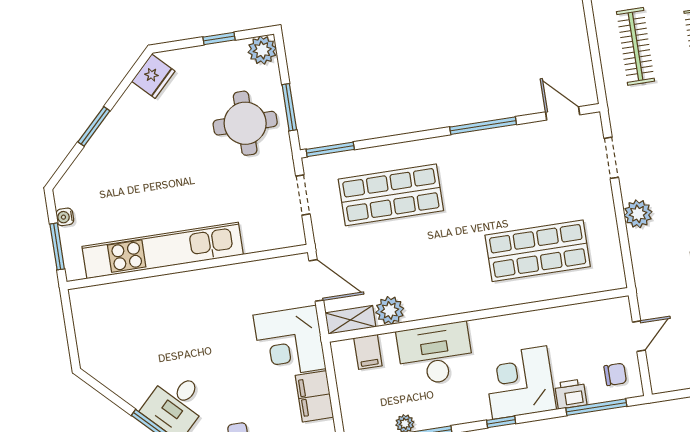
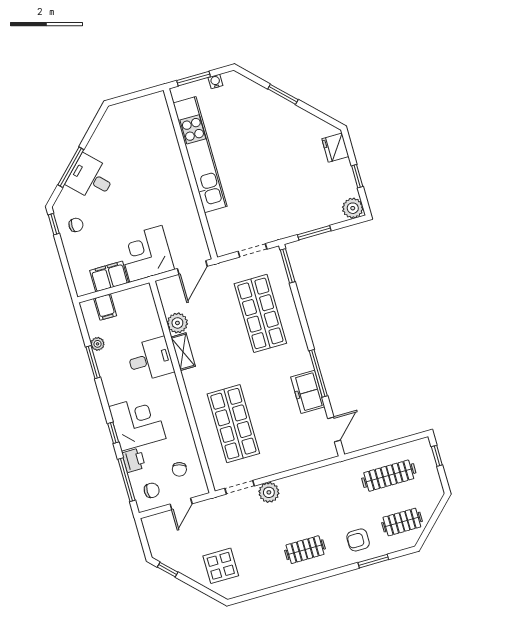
fridge: (153, 76) -> (335, 148), moved, turned 45
round table: (245, 123) -> (299, 202), removed
freezer: (507, 143) -> (308, 392), added
doorway: (611, 158) -> (240, 487), moved
shelving: (350, 320) -> (183, 352), moved
chair: (591, 333) -> (179, 469), added
door: (639, 336) -> (181, 504), hinge flipped
filing cabinet: (368, 352) -> (105, 307), moved, turned -90
desk: (435, 354) -> (150, 359), width x0.73
chair: (615, 374) -> (152, 490), turned -90
window: (501, 422) -> (113, 433), moved

